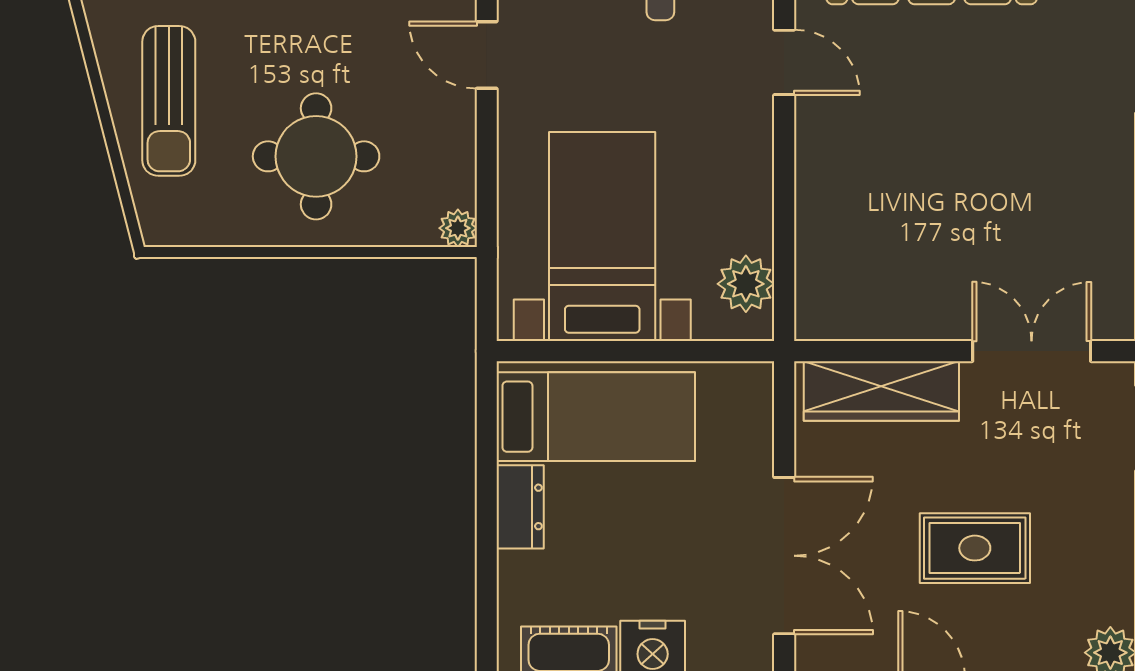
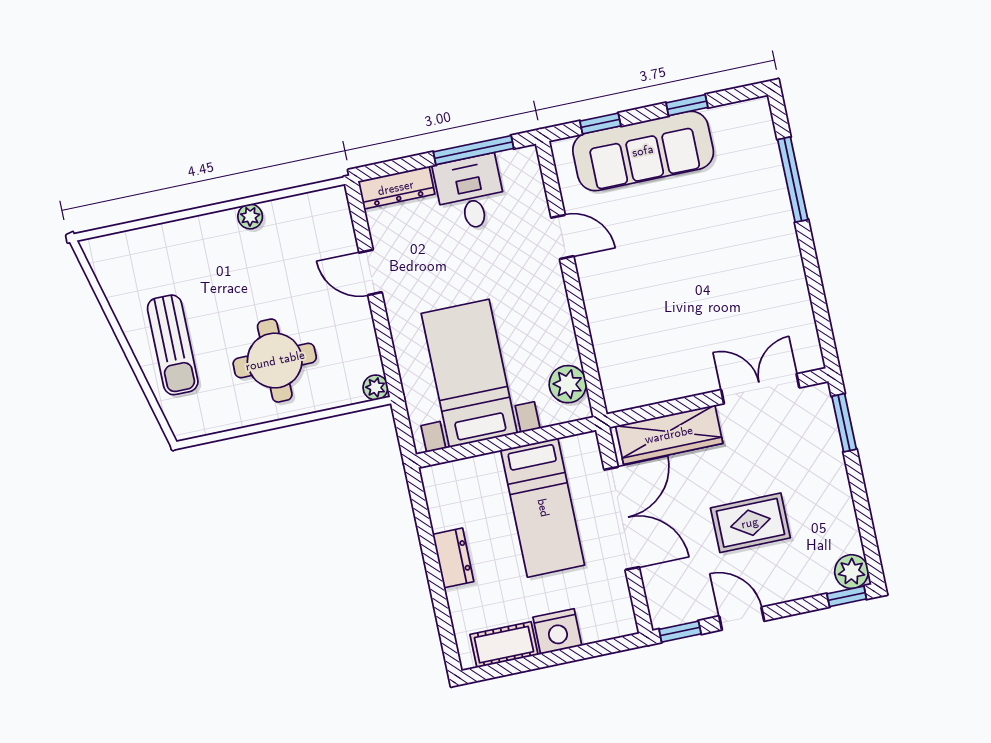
bed: (596, 417) -> (543, 508), moved, turned 90
double door: (784, 556) -> (622, 518), moved

